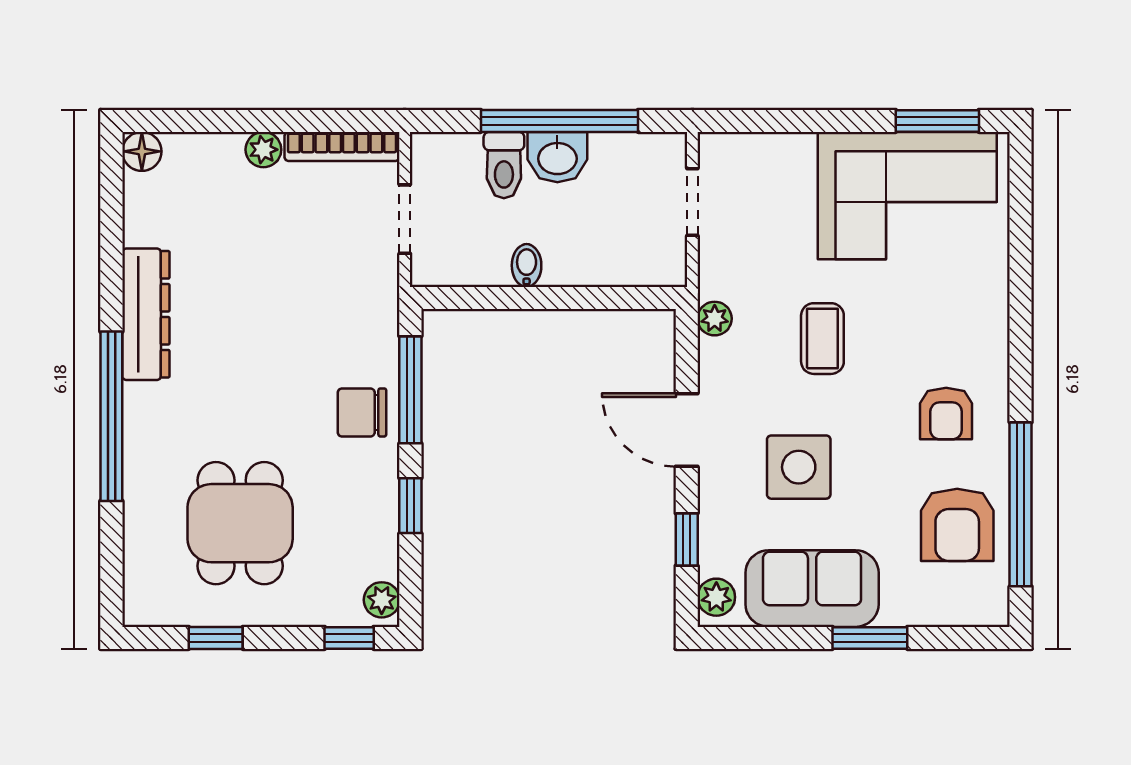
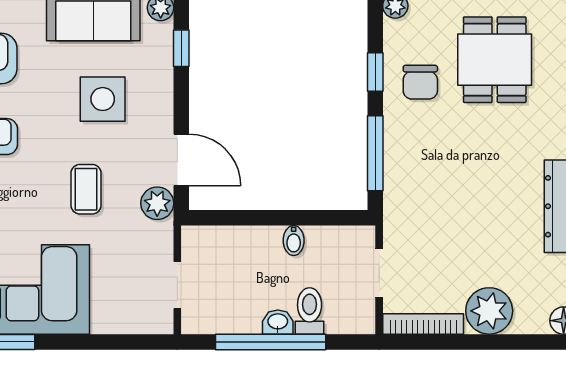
plant: (263, 150) -> (489, 311), width x1.88, depth x1.88
washbasin: (557, 157) -> (278, 322), width x0.72, depth x0.69
plant: (715, 319) -> (157, 203), width x1.38, depth x1.38
chair: (362, 412) -> (420, 82), moved, turned 90
door: (687, 430) -> (181, 160), moved

